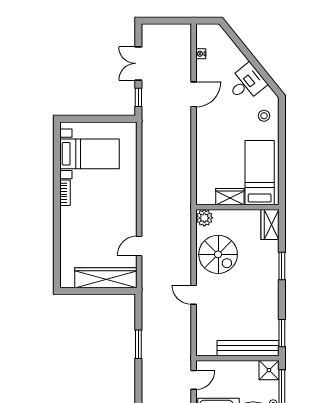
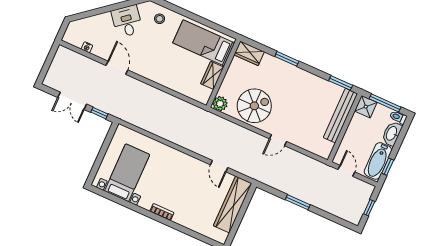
bookcase: (65, 193) -> (162, 212), moved

